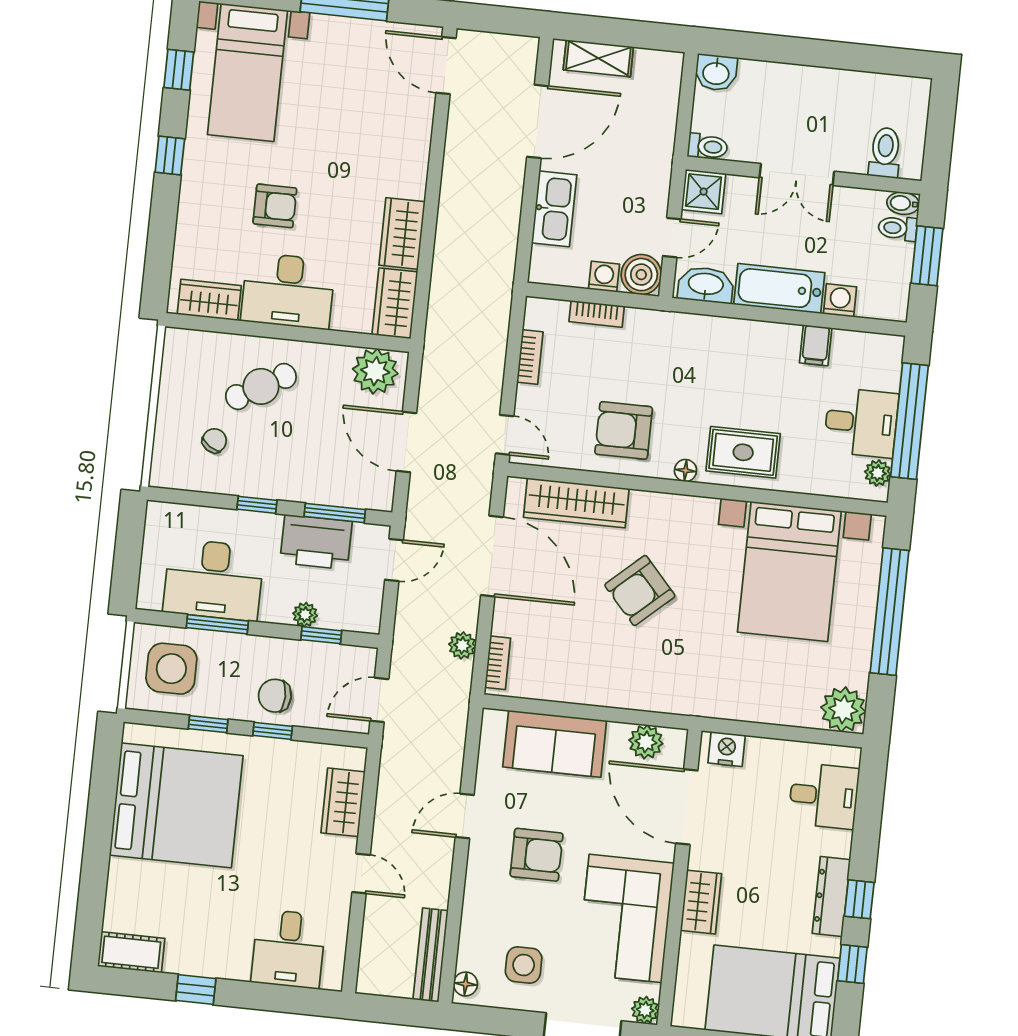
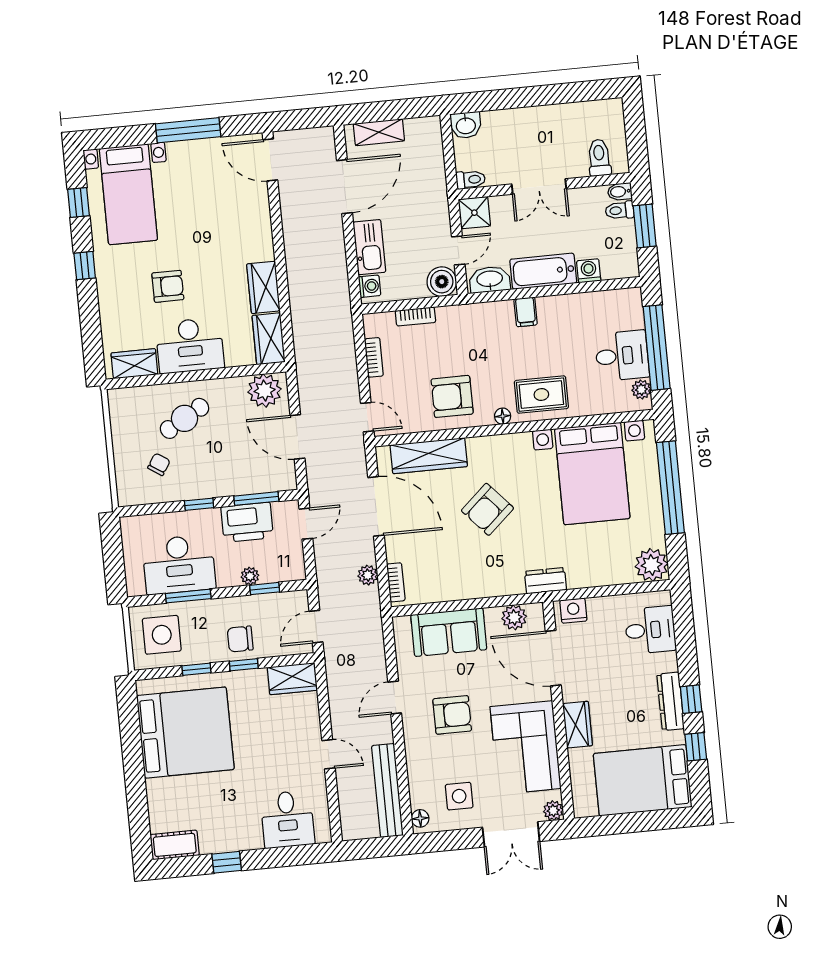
washing machine: (604, 277) -> (370, 286), moved, turned 90
filing cabinet: (816, 345) -> (526, 312), moved
dresser: (698, 702) -> (545, 581), added
wardrobe: (343, 802) -> (292, 679), moved, turned -90
bench: (431, 955) -> (387, 791), width x1.37, depth x1.21

